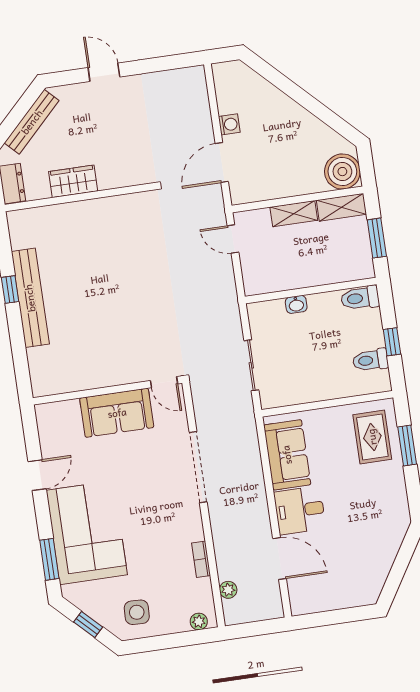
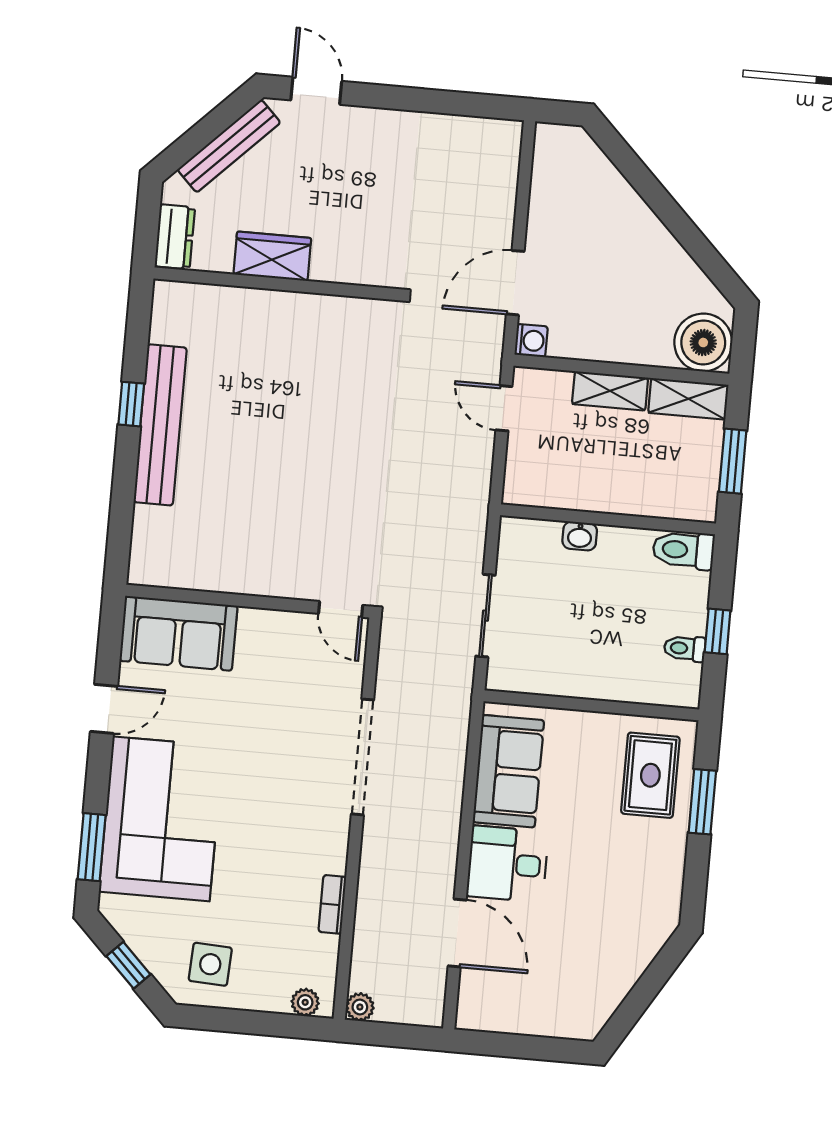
door: (104, 72) -> (316, 91), moved
washing machine: (229, 124) -> (531, 341), moved
toilet: (370, 360) -> (685, 648), width x0.73, depth x0.72
sofa: (117, 413) -> (178, 633), moved
plant: (228, 590) -> (360, 1007), moved

